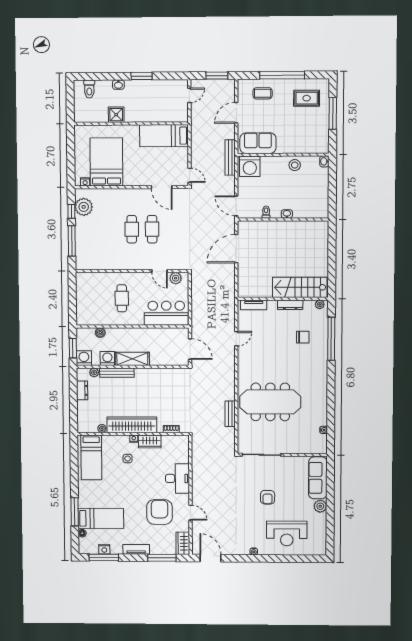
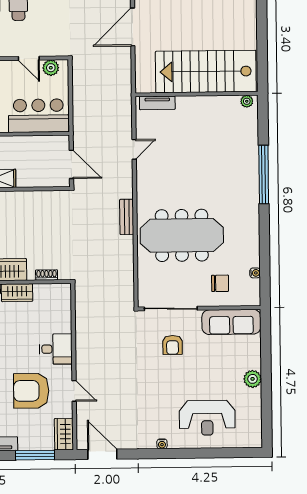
stairs: (300, 287) -> (206, 72), width x1.36, depth x1.51
dresser: (290, 305) -> (207, 102), removed
chair: (303, 337) -> (220, 283), moved
window: (331, 339) -> (264, 174), moved
bench: (230, 414) -> (127, 217), moved
desk: (177, 478) -> (56, 349), width x0.73
sofa: (318, 478) -> (231, 322), moved, turned -90
armchair: (268, 497) -> (173, 345), moved
armchair: (160, 512) -> (31, 391), turned -90

